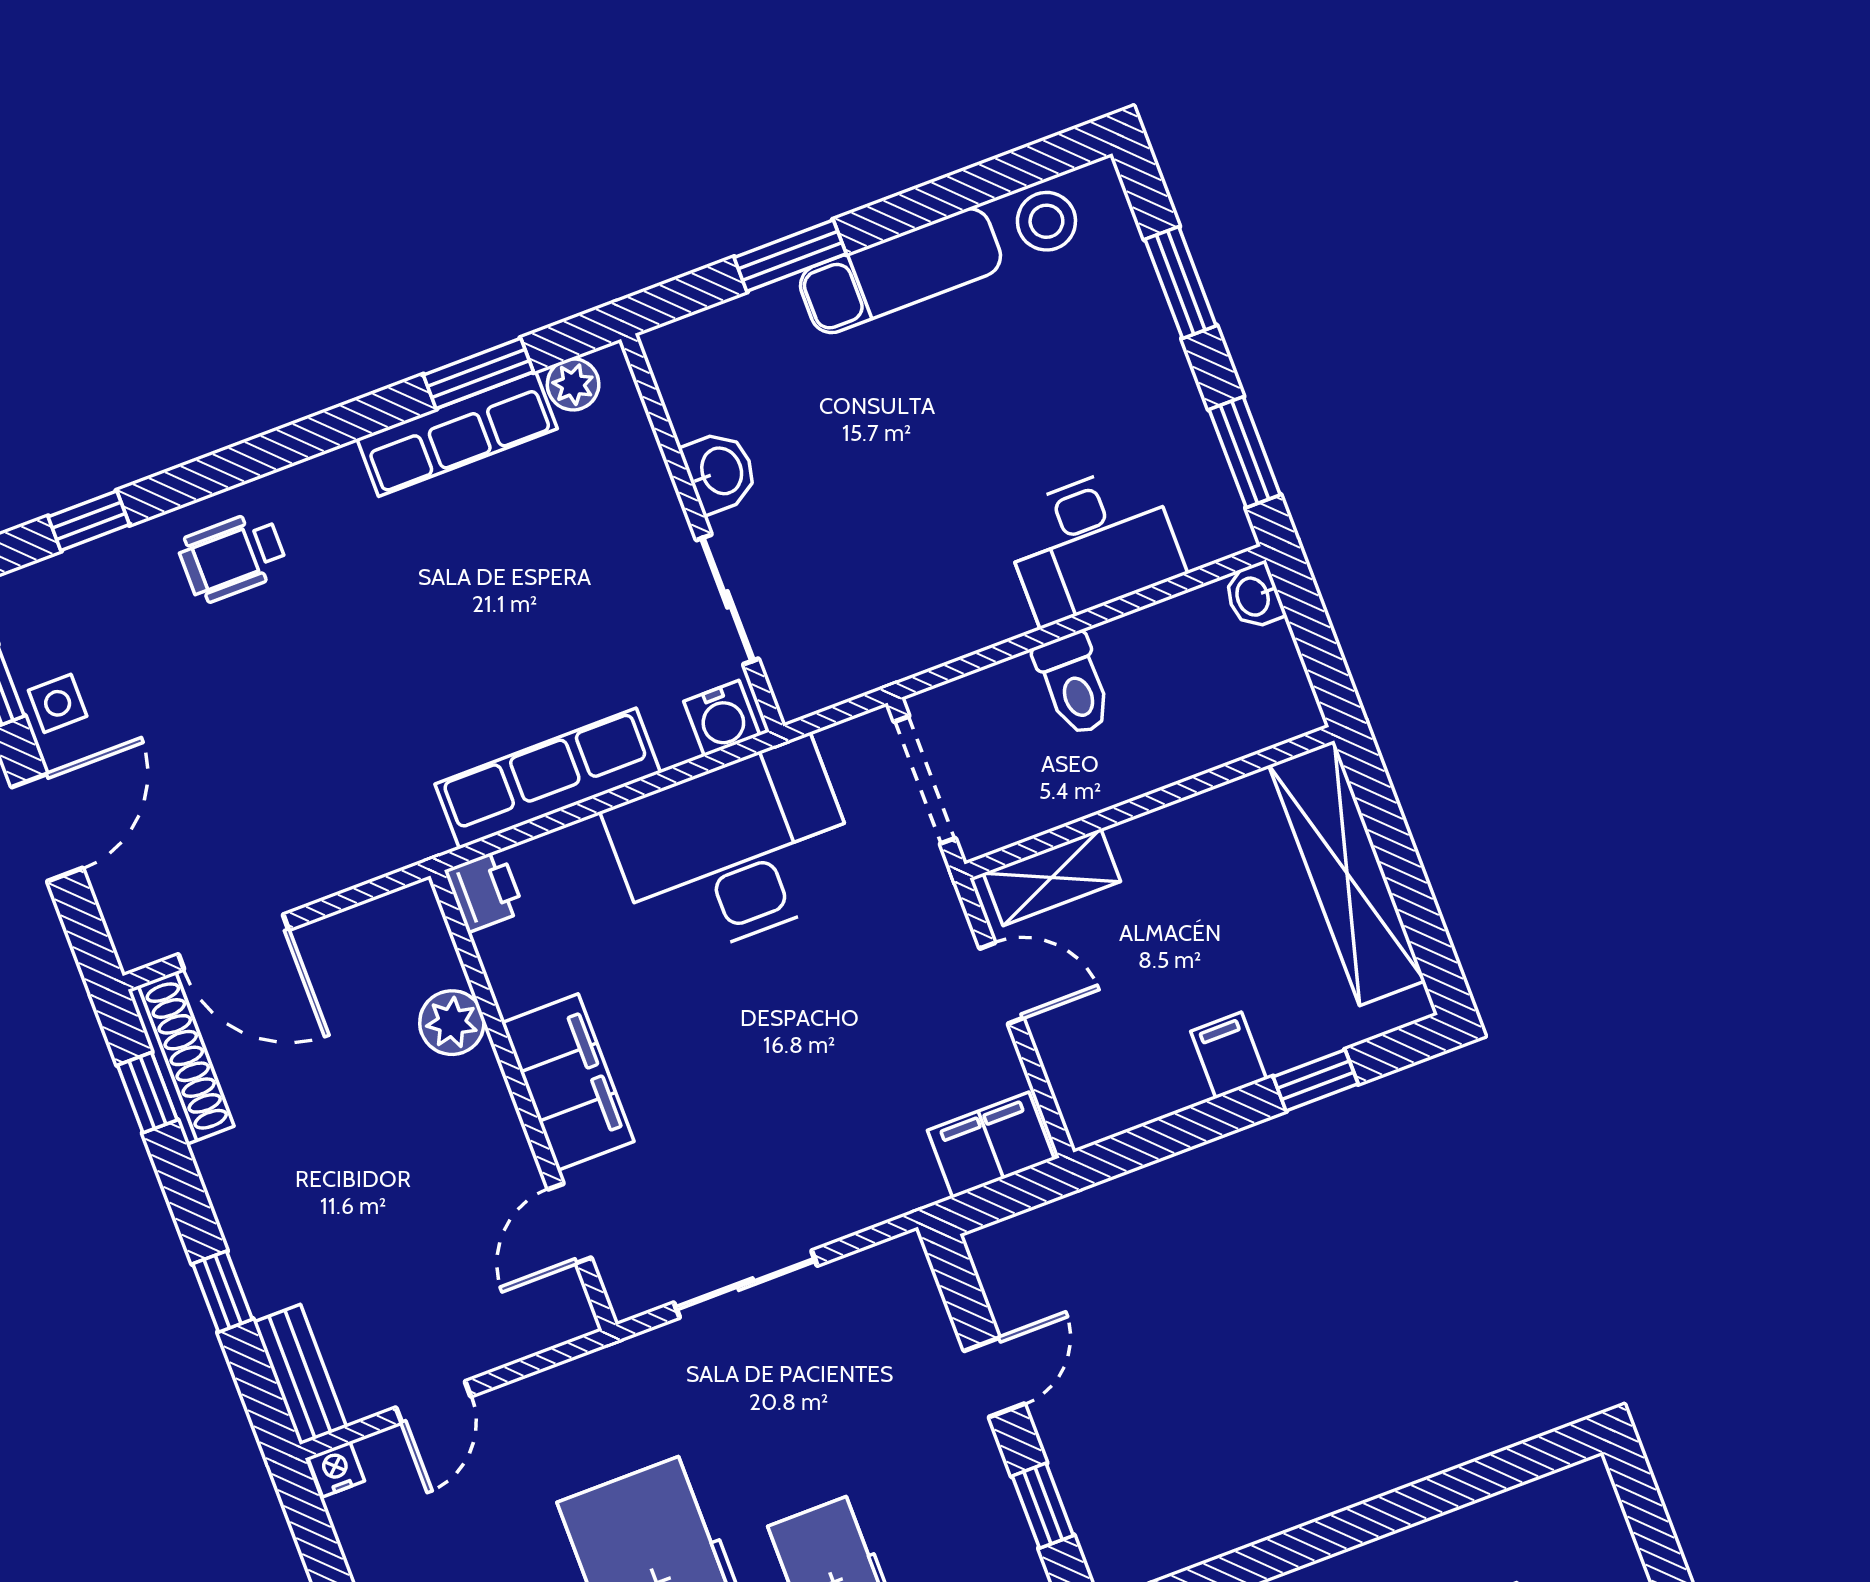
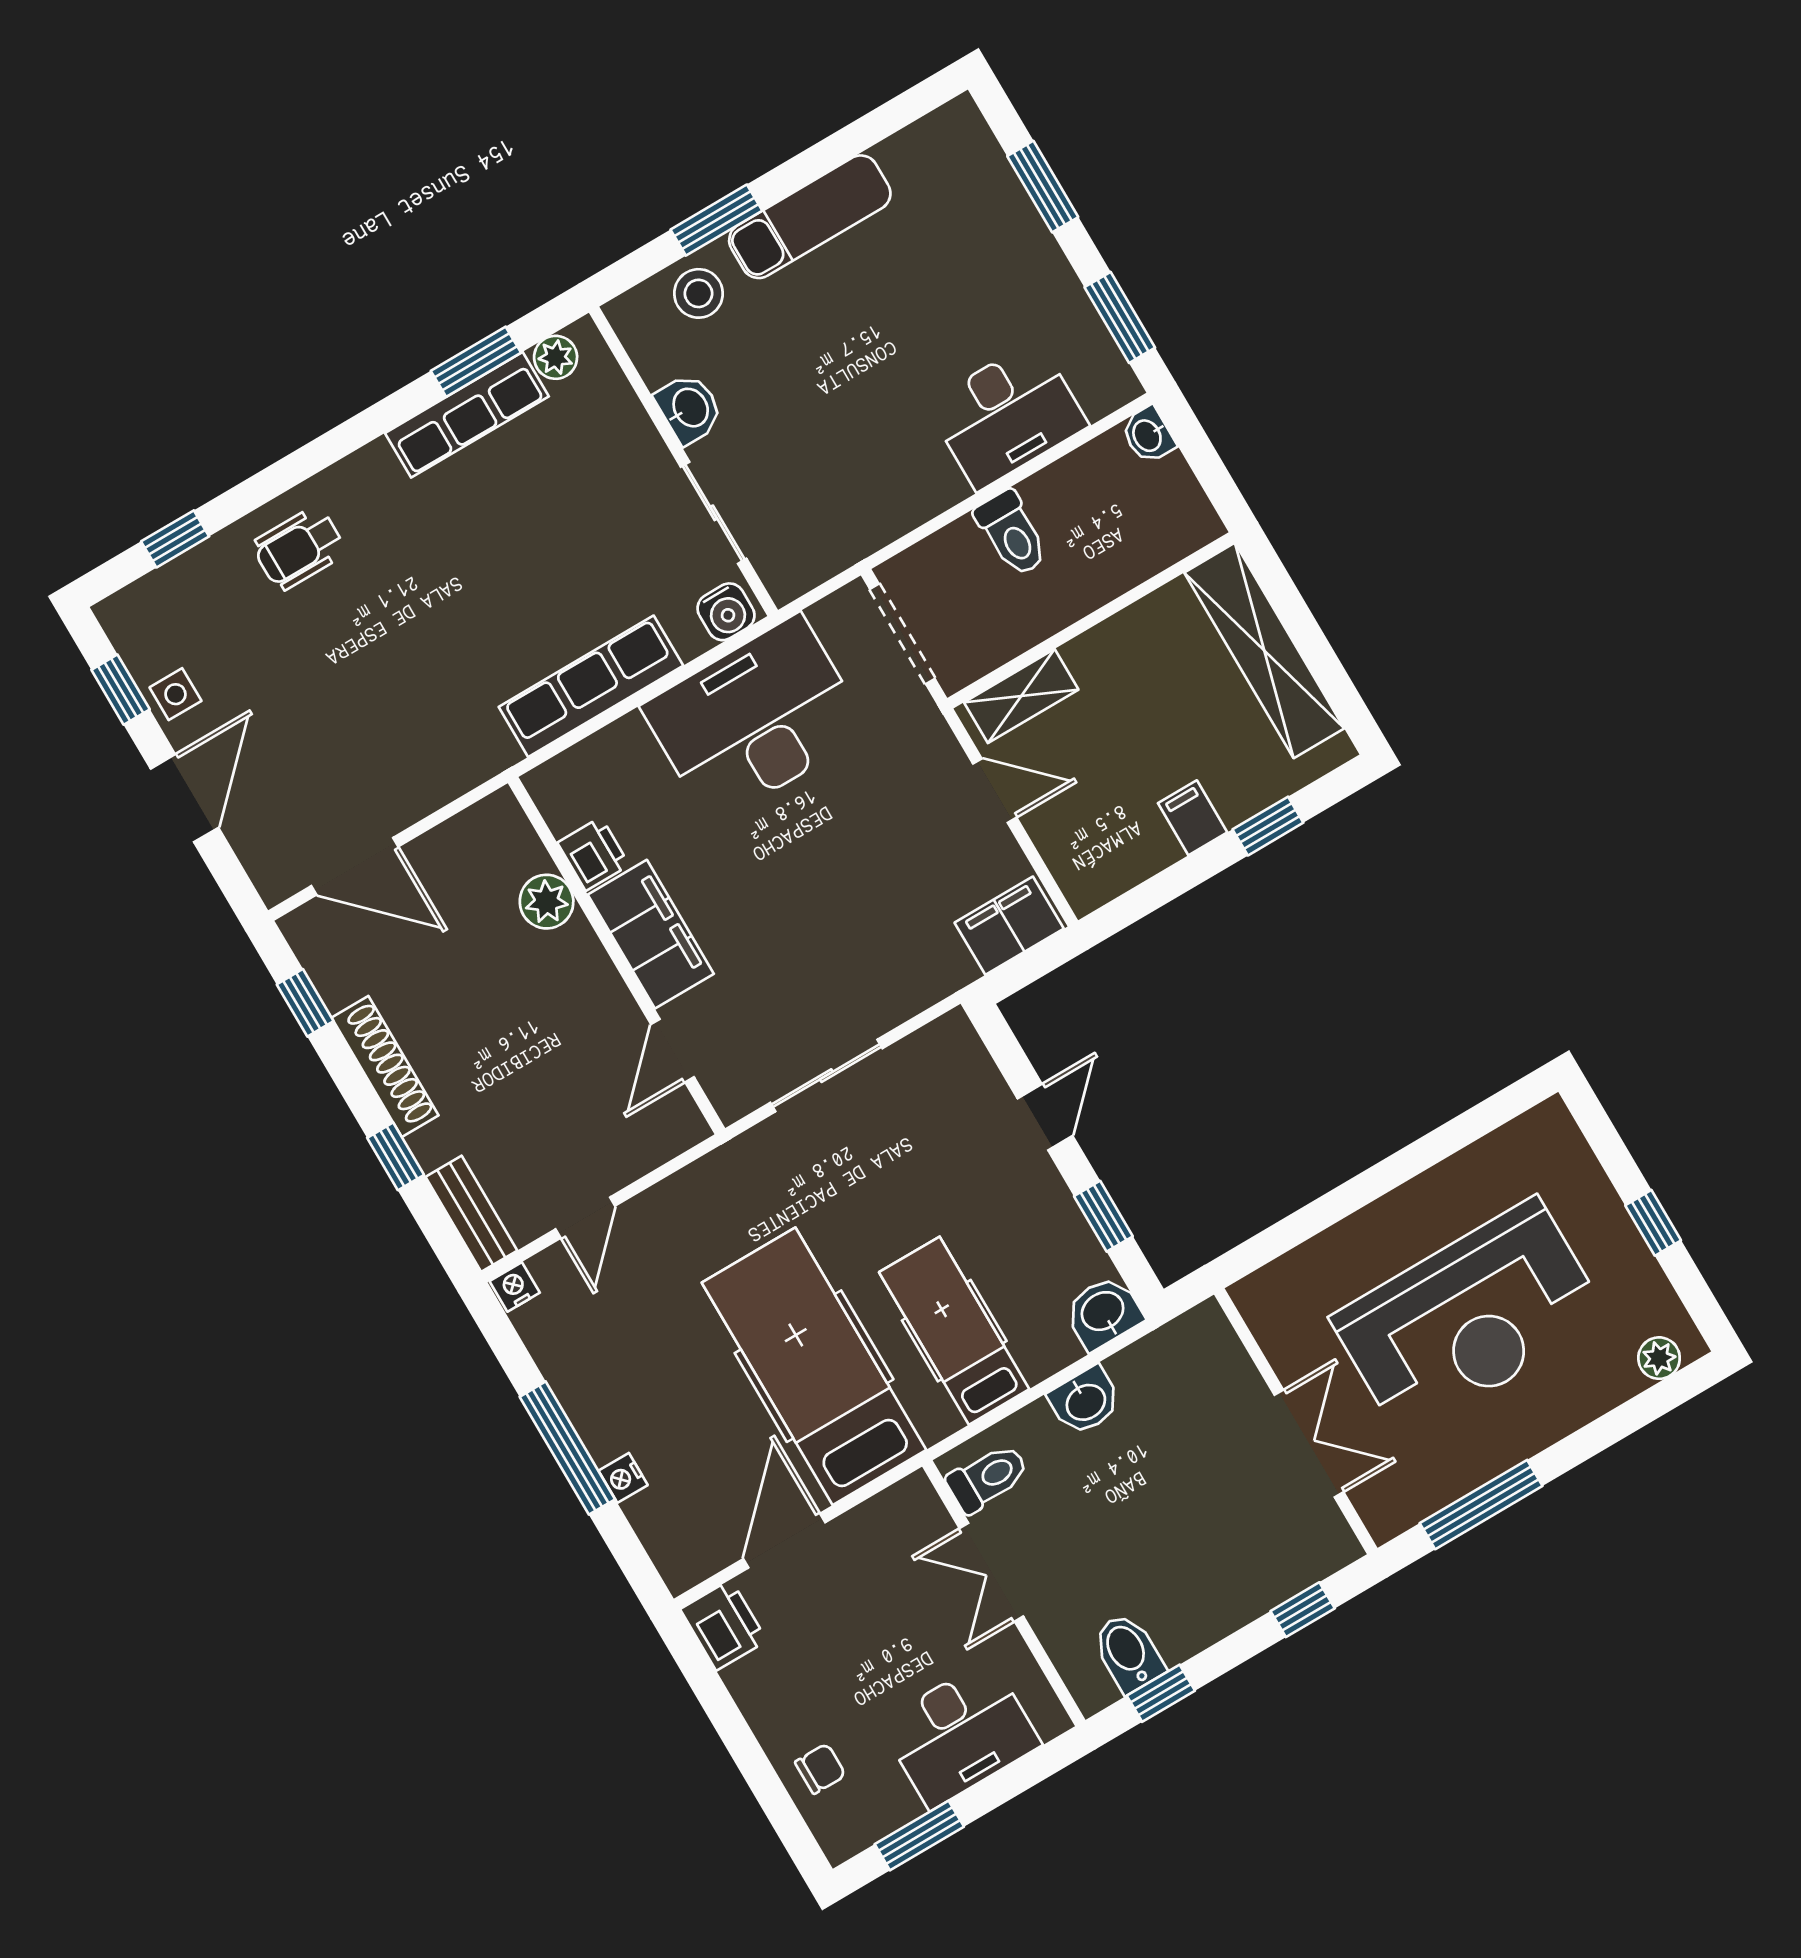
stool: (1046, 221) -> (699, 293), moved
printer: (484, 891) -> (593, 854), moved
shoe rack: (181, 1058) -> (385, 1066), moved

